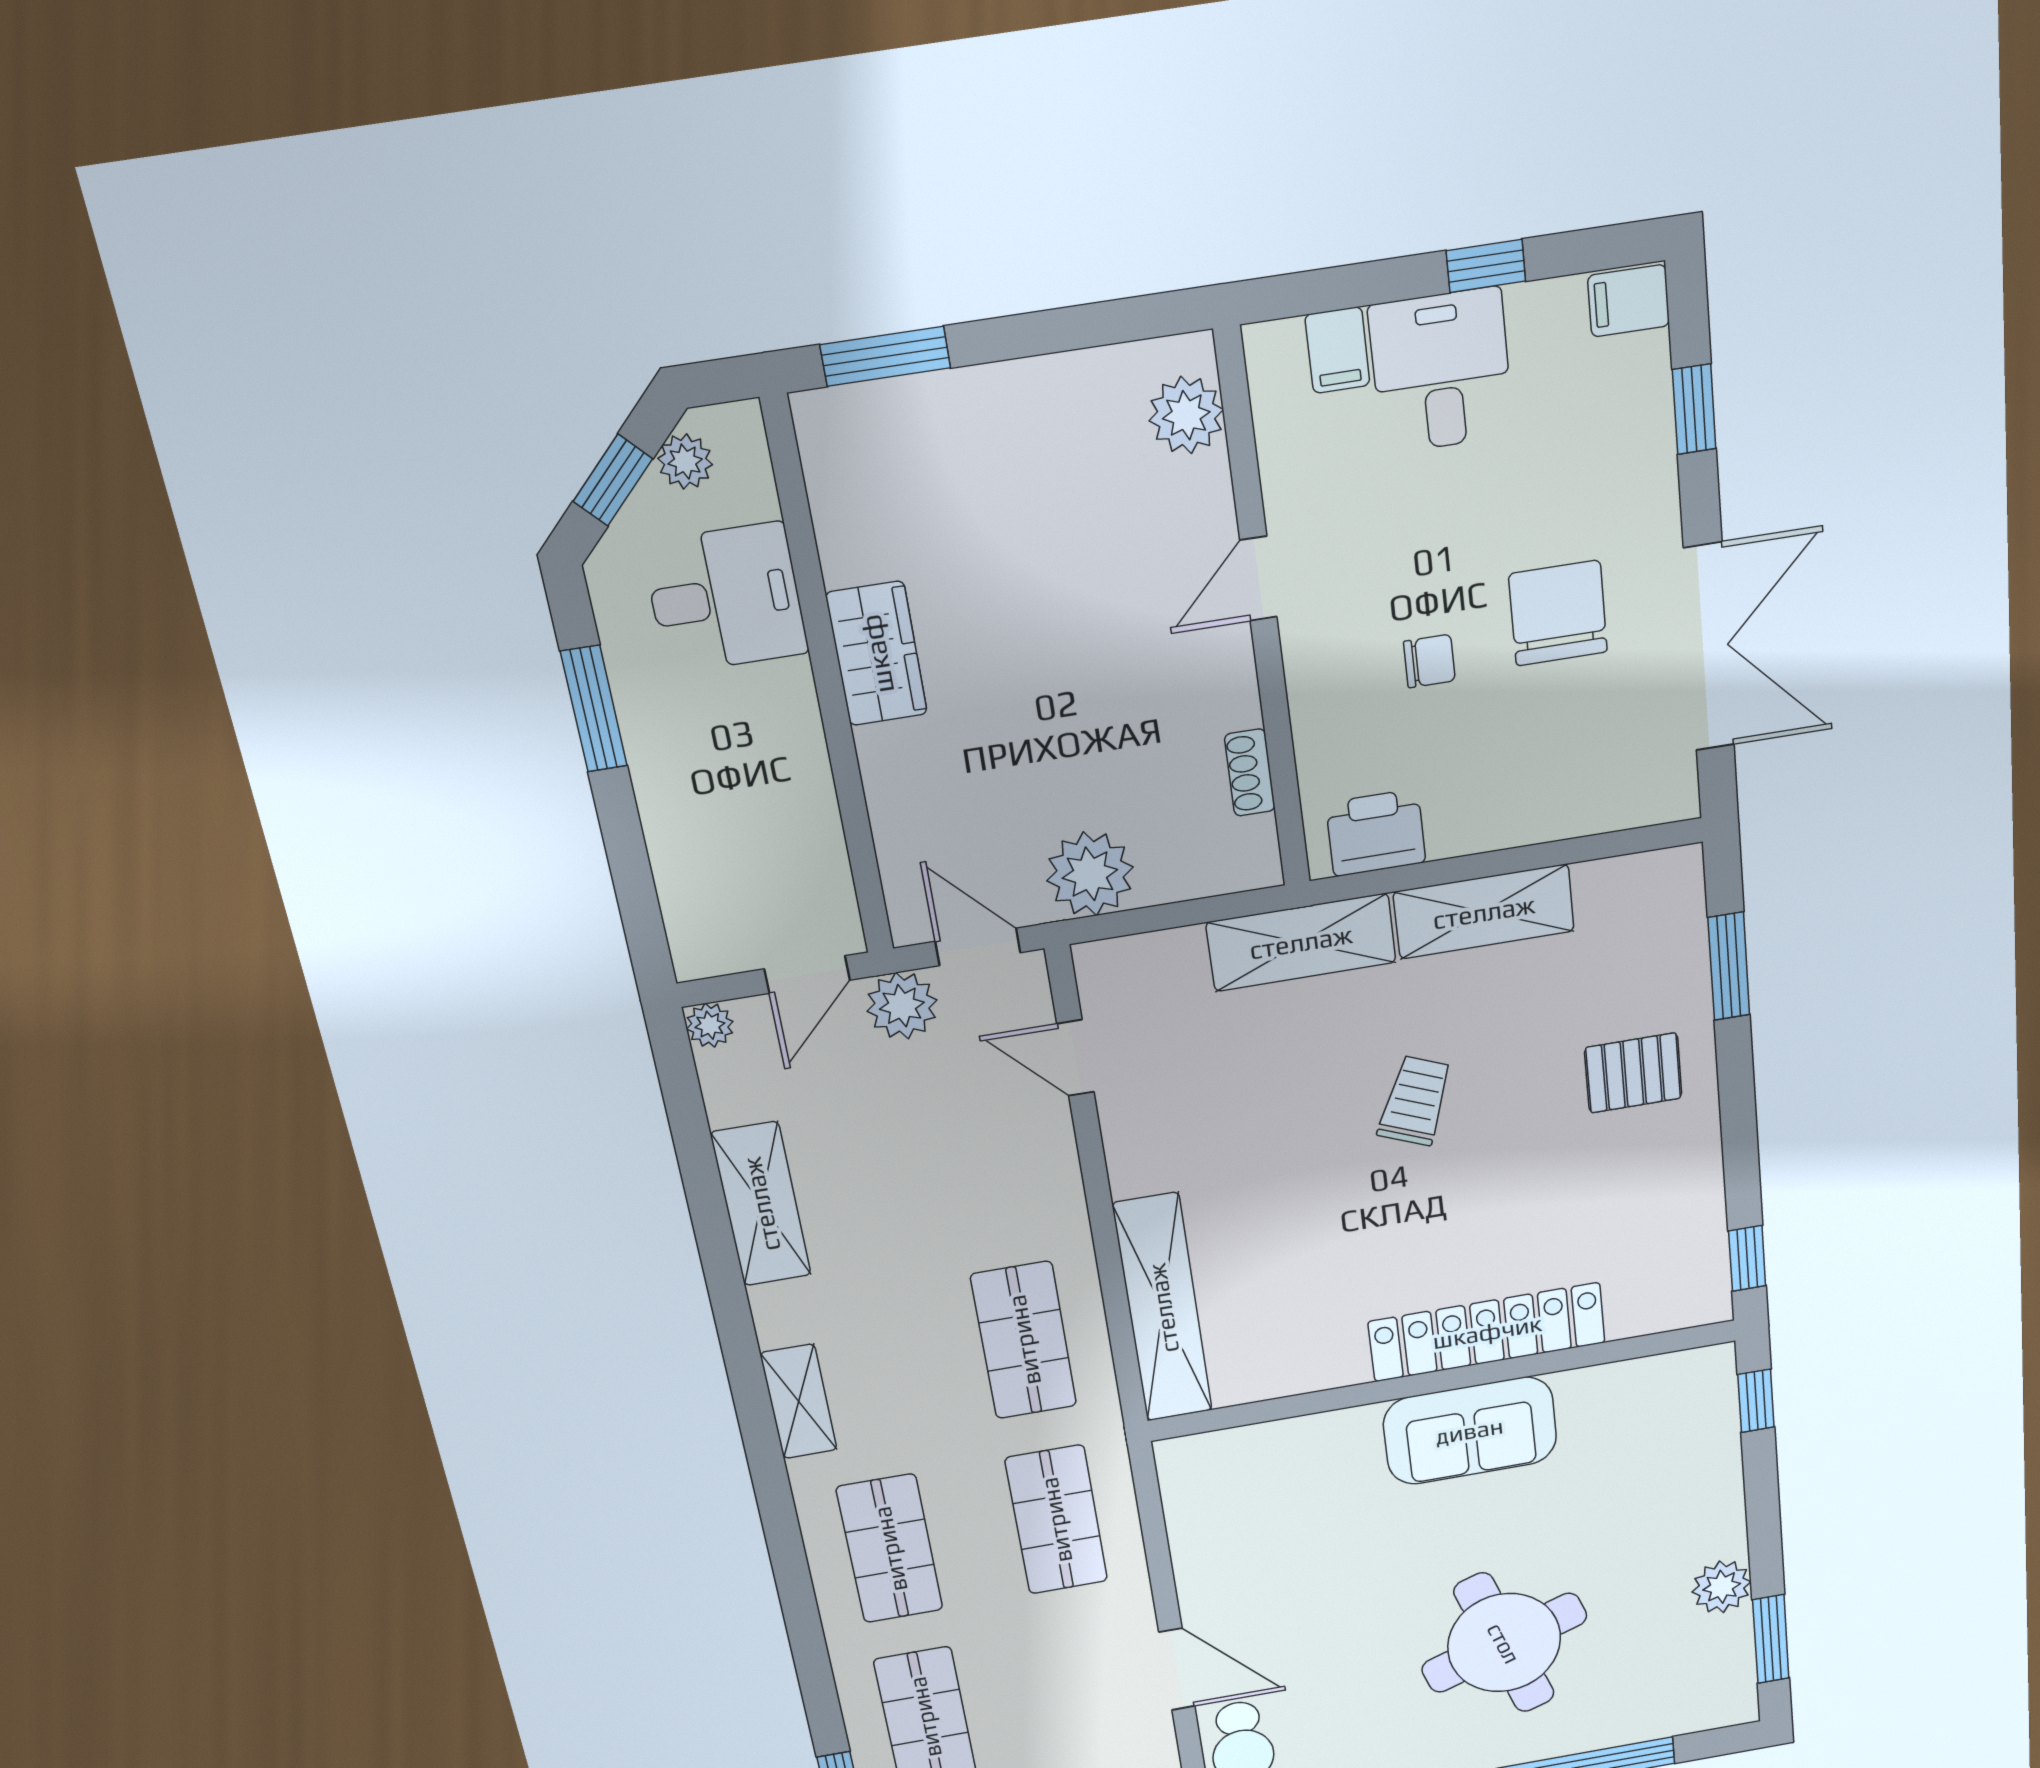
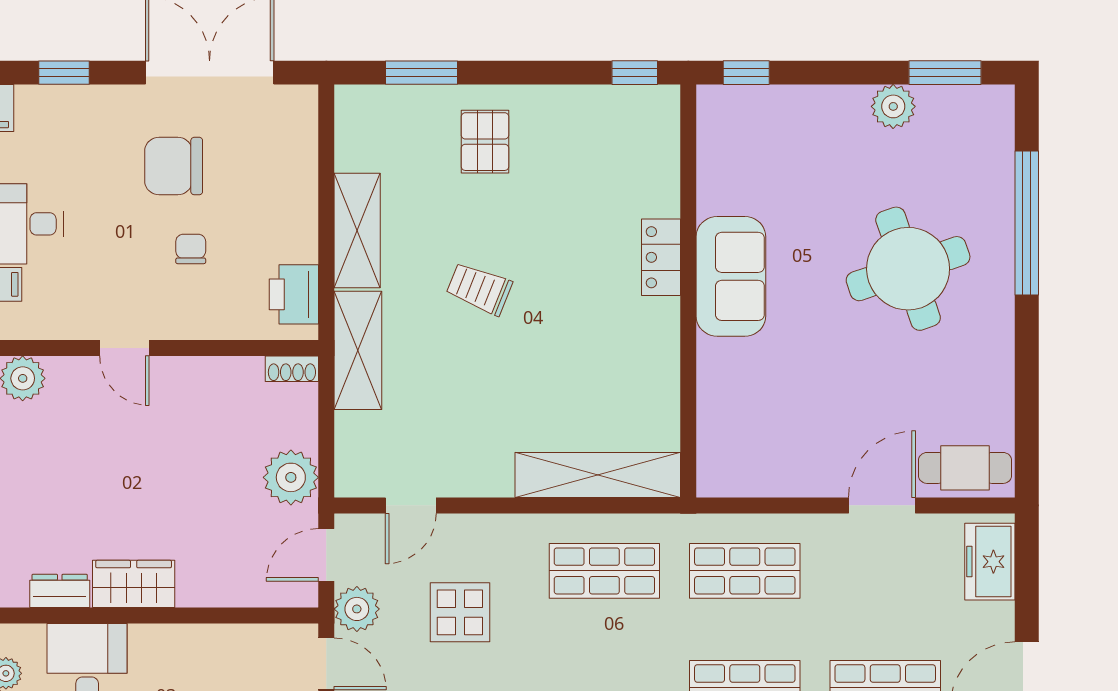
dresser: (842, 533) -> (60, 591), added
shoe rack: (1250, 773) -> (292, 369), moved
display table: (925, 1155) -> (460, 612), added
locker: (1487, 1332) -> (661, 257), width x0.46, depth x0.83

